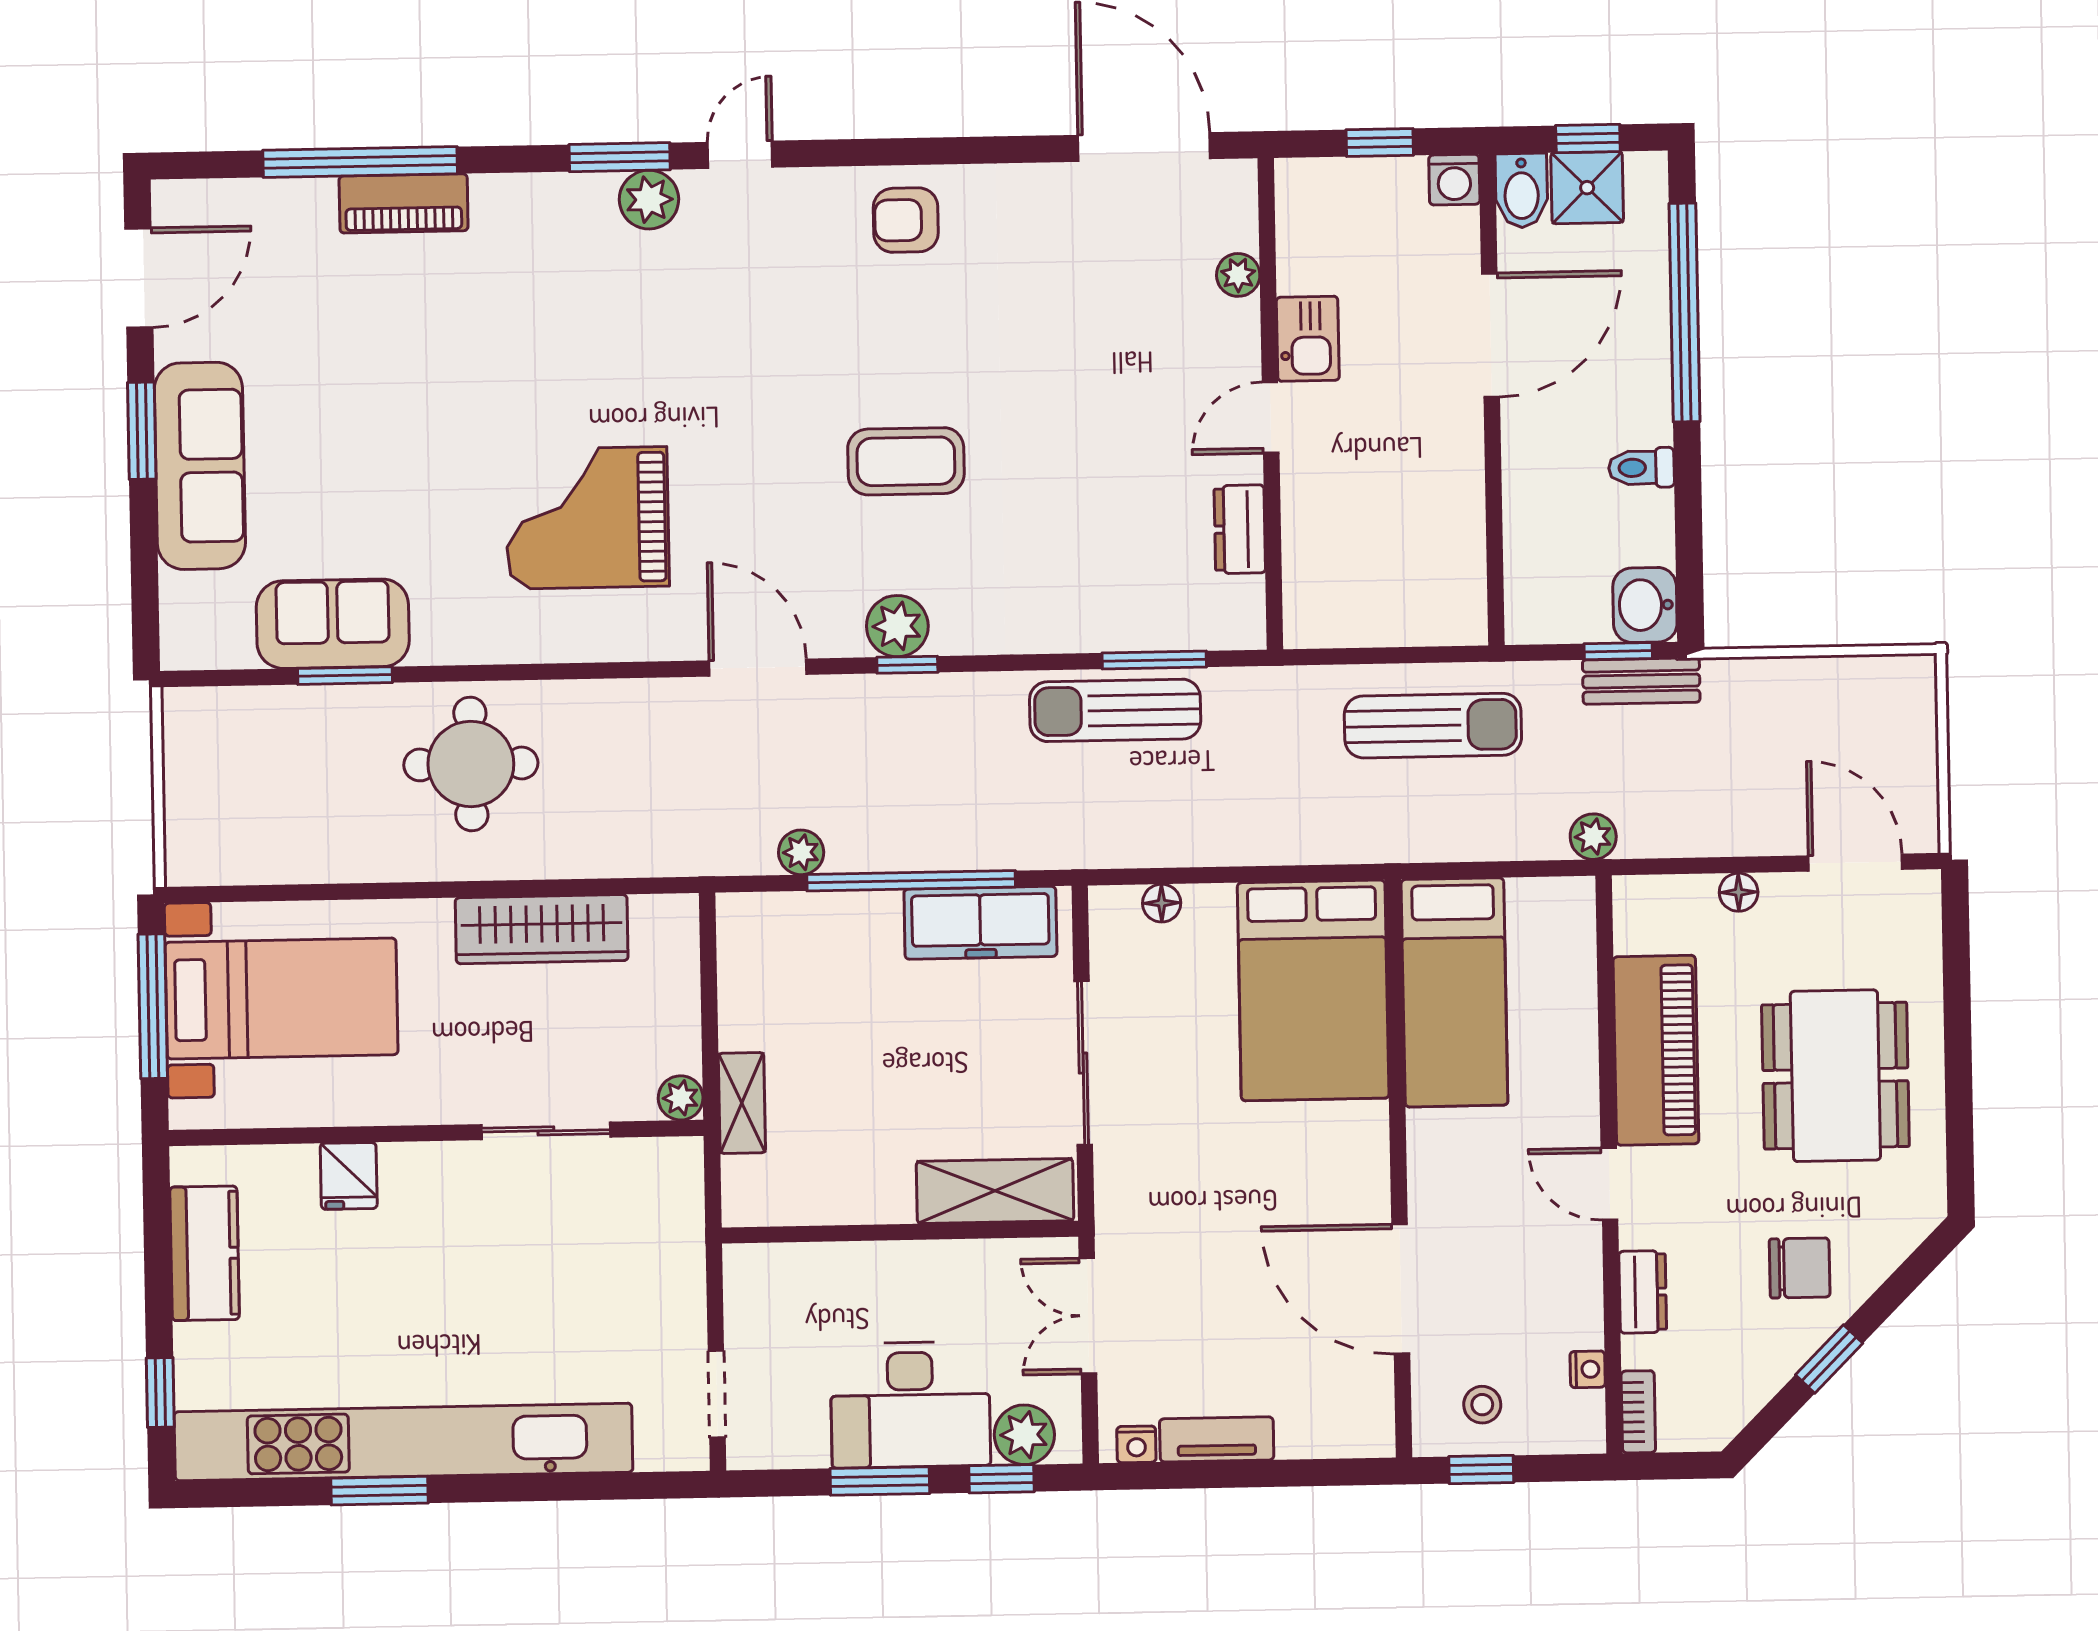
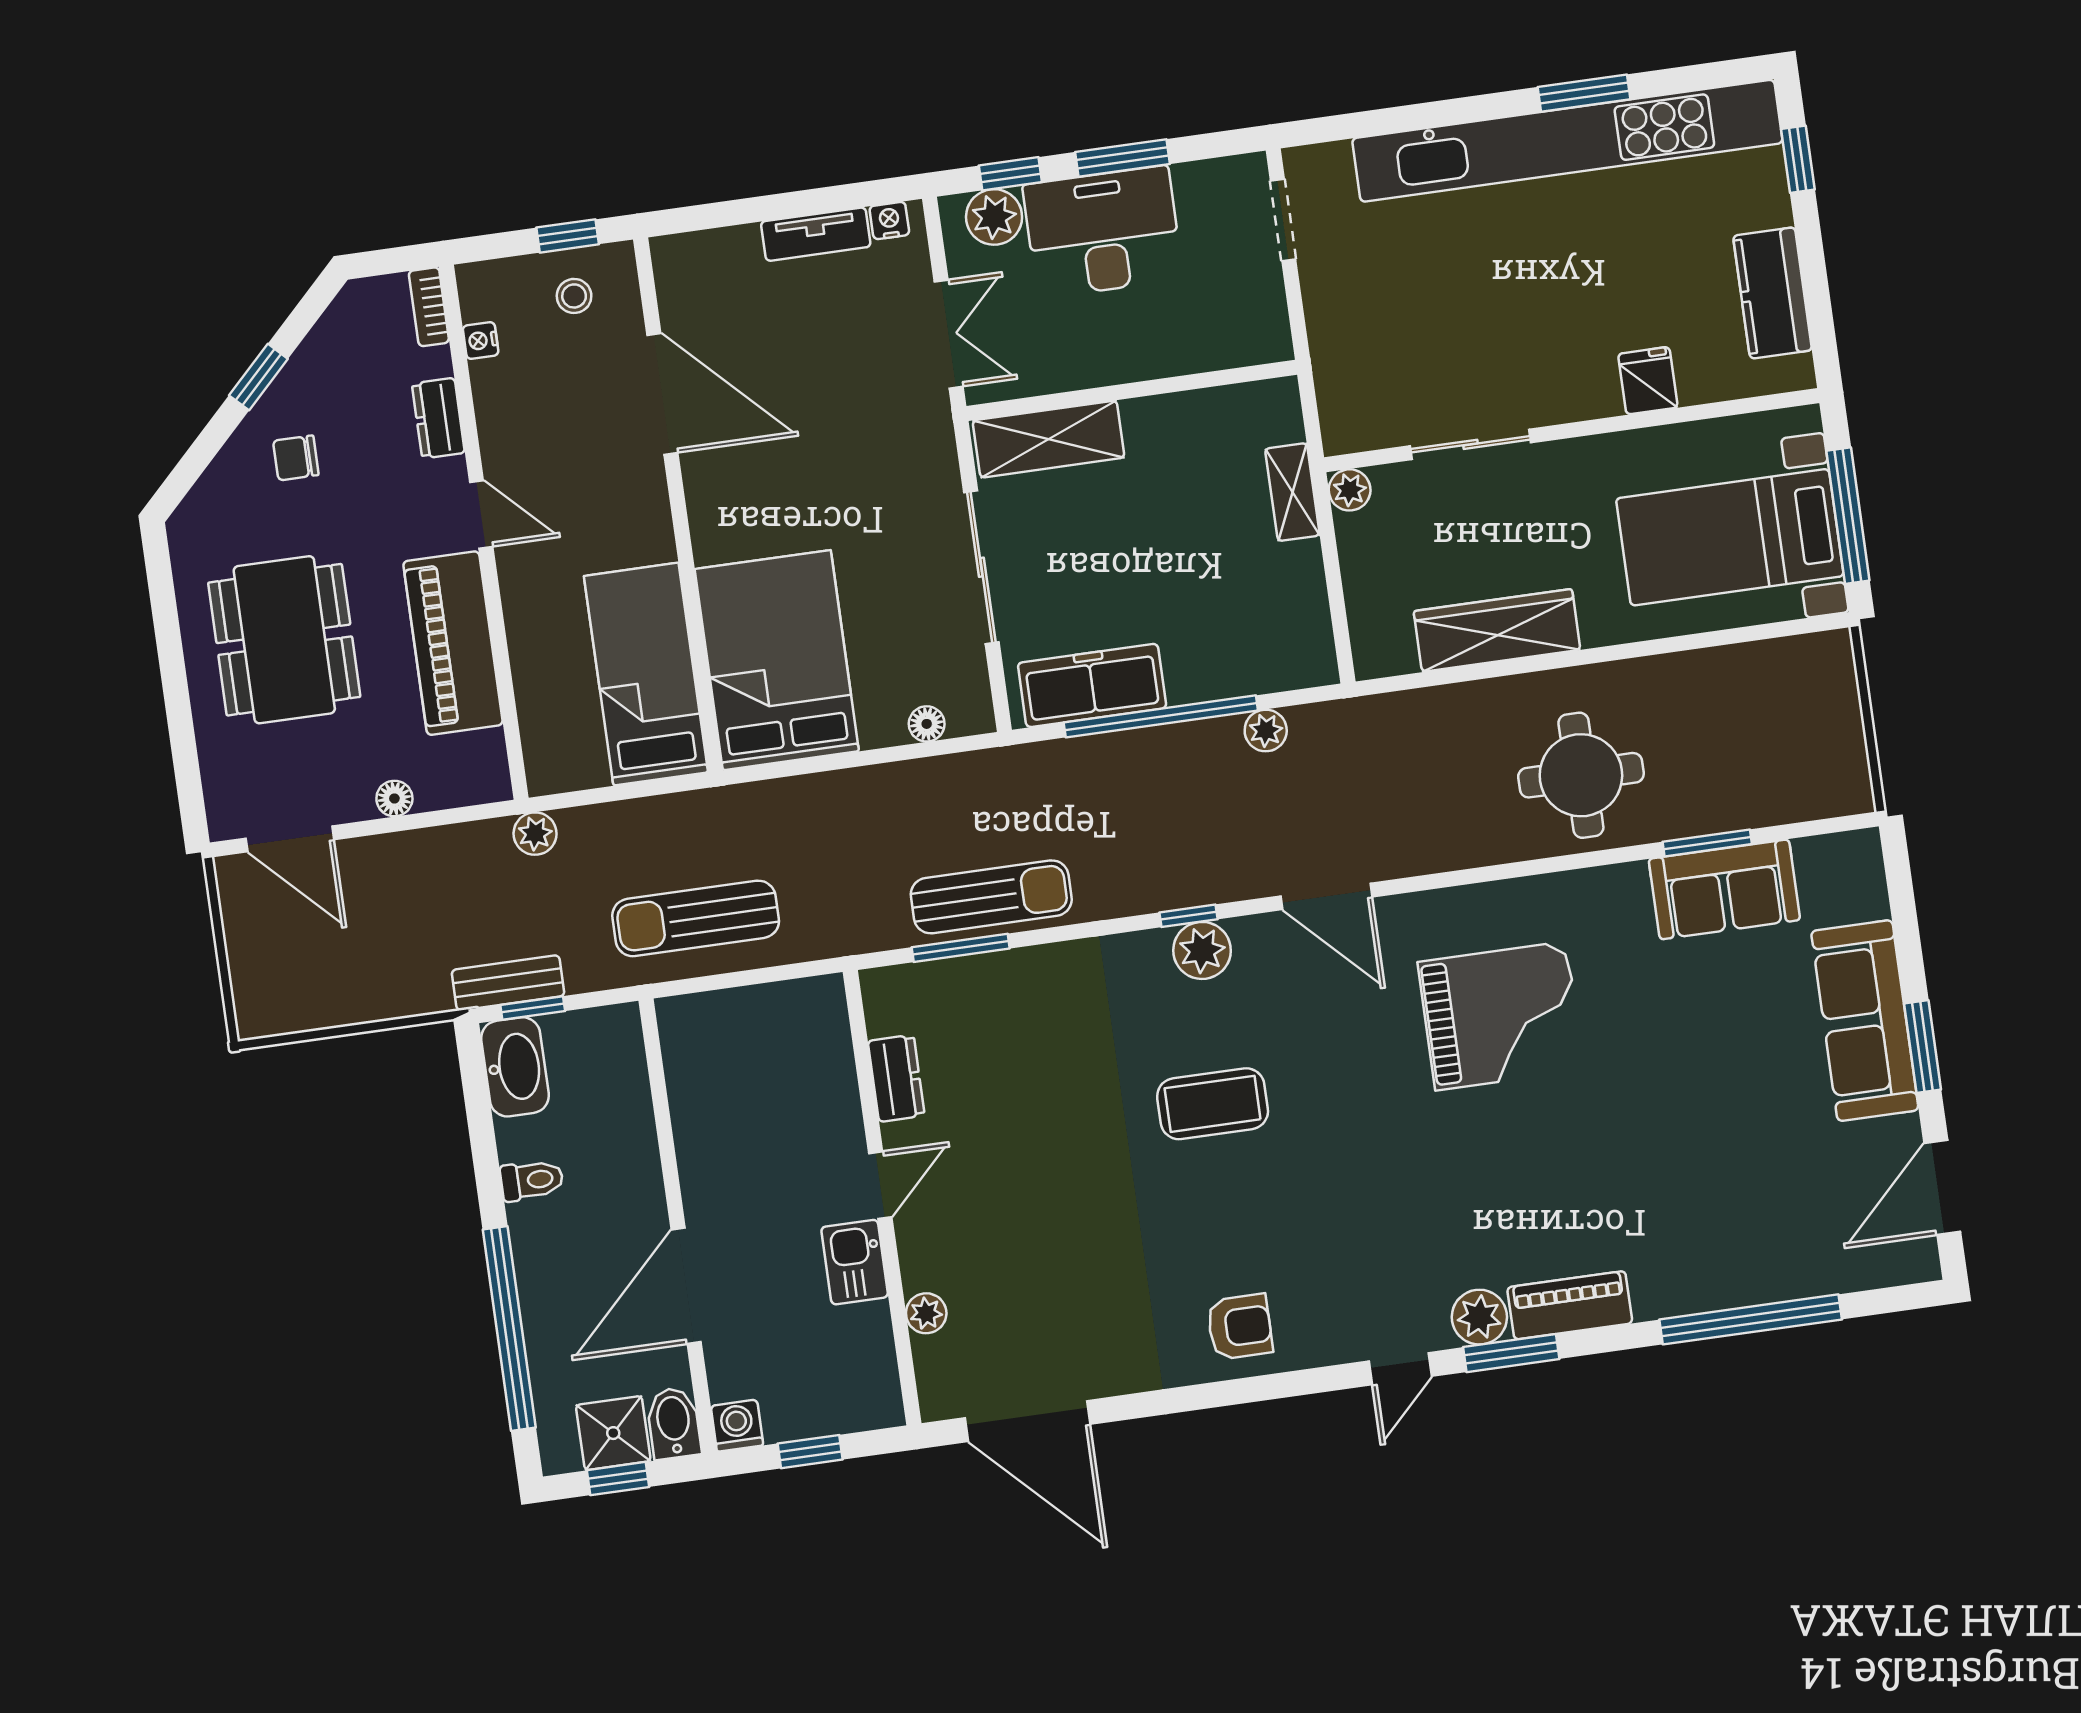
piano: (404, 203) -> (1570, 1305), moved
washbasin: (1645, 605) -> (515, 1067), width x1.38
chair: (1800, 1268) -> (296, 458), width x0.73, depth x0.73

